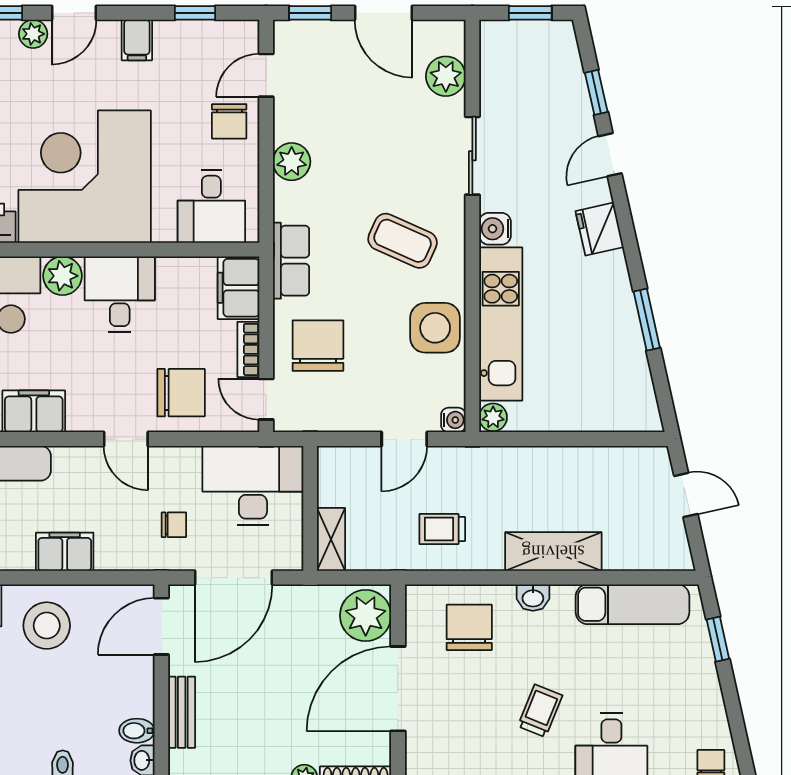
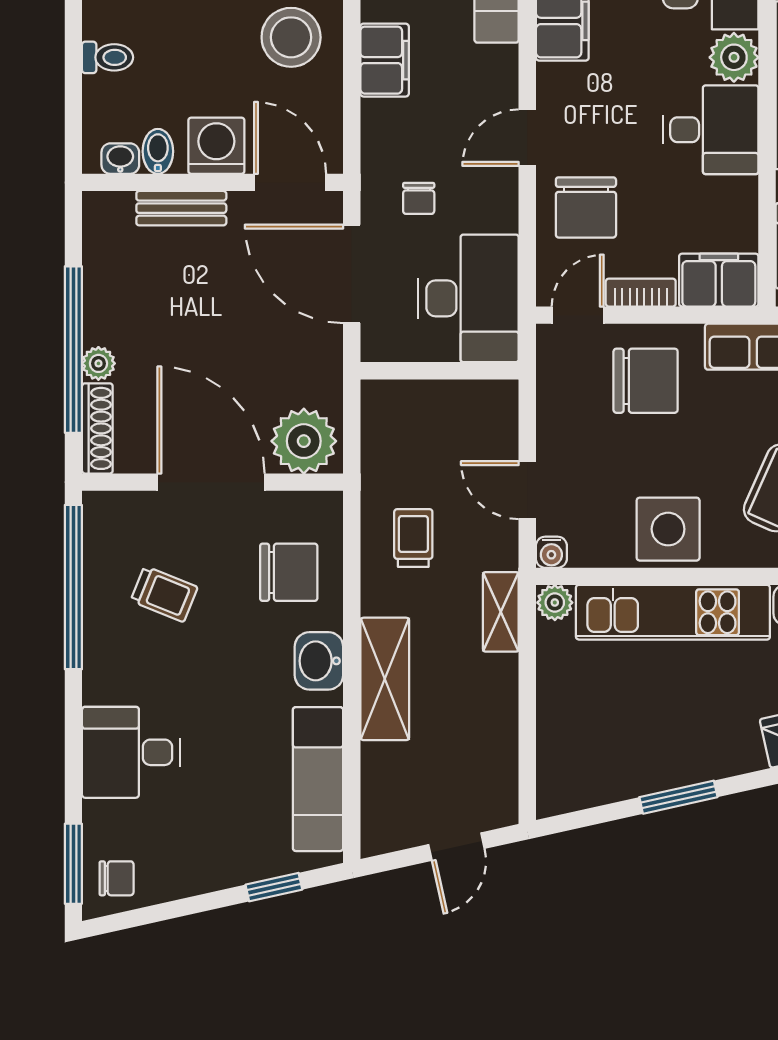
shelving: (331, 539) -> (501, 612), moved, turned 90
washbasin: (533, 598) -> (319, 661), width x1.38, depth x1.45
washing machine: (132, 685) -> (216, 146), added
trolley: (540, 711) -> (164, 594), moved

